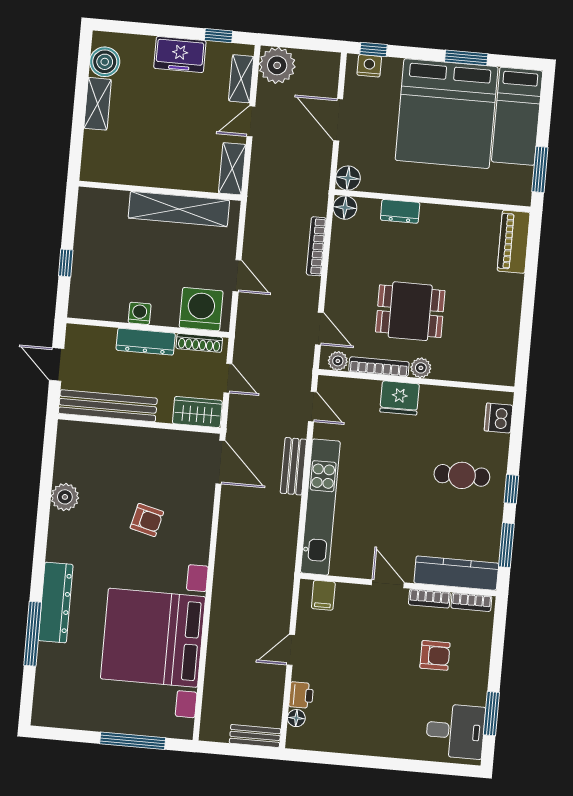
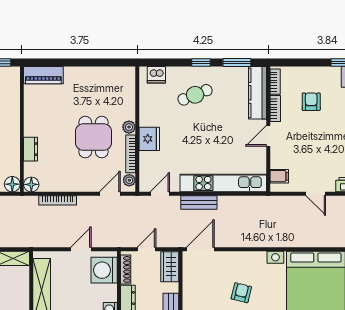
cafe table: (462, 475) -> (195, 95), turned 68

